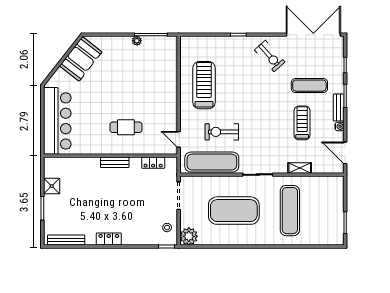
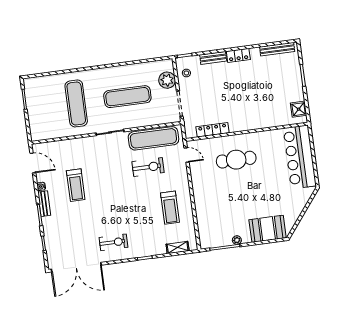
exercise bike: (270, 56) -> (113, 242), turned 132
booth: (81, 59) -> (268, 229), moved, turned 52
treadmill: (204, 85) -> (170, 208), width x0.73, depth x0.73
exercise mat: (309, 86) -> (74, 220), removed
cafe table: (126, 127) -> (236, 160), width x1.37, depth x1.35
bench: (115, 162) -> (213, 58), moved
locker: (153, 163) -> (212, 130), width x1.53
shelving: (300, 168) -> (178, 248), moved
shower: (52, 186) -> (299, 109), moved
exercise mat: (234, 211) -> (127, 97), width x0.68
plant: (189, 236) -> (167, 80), moved

